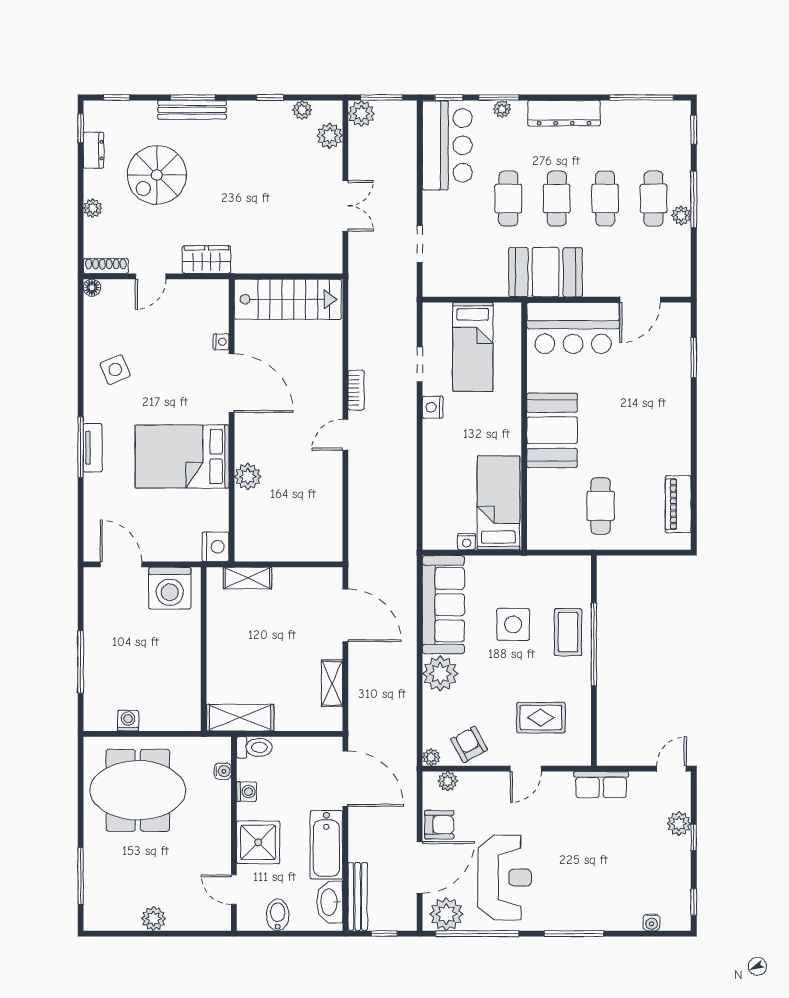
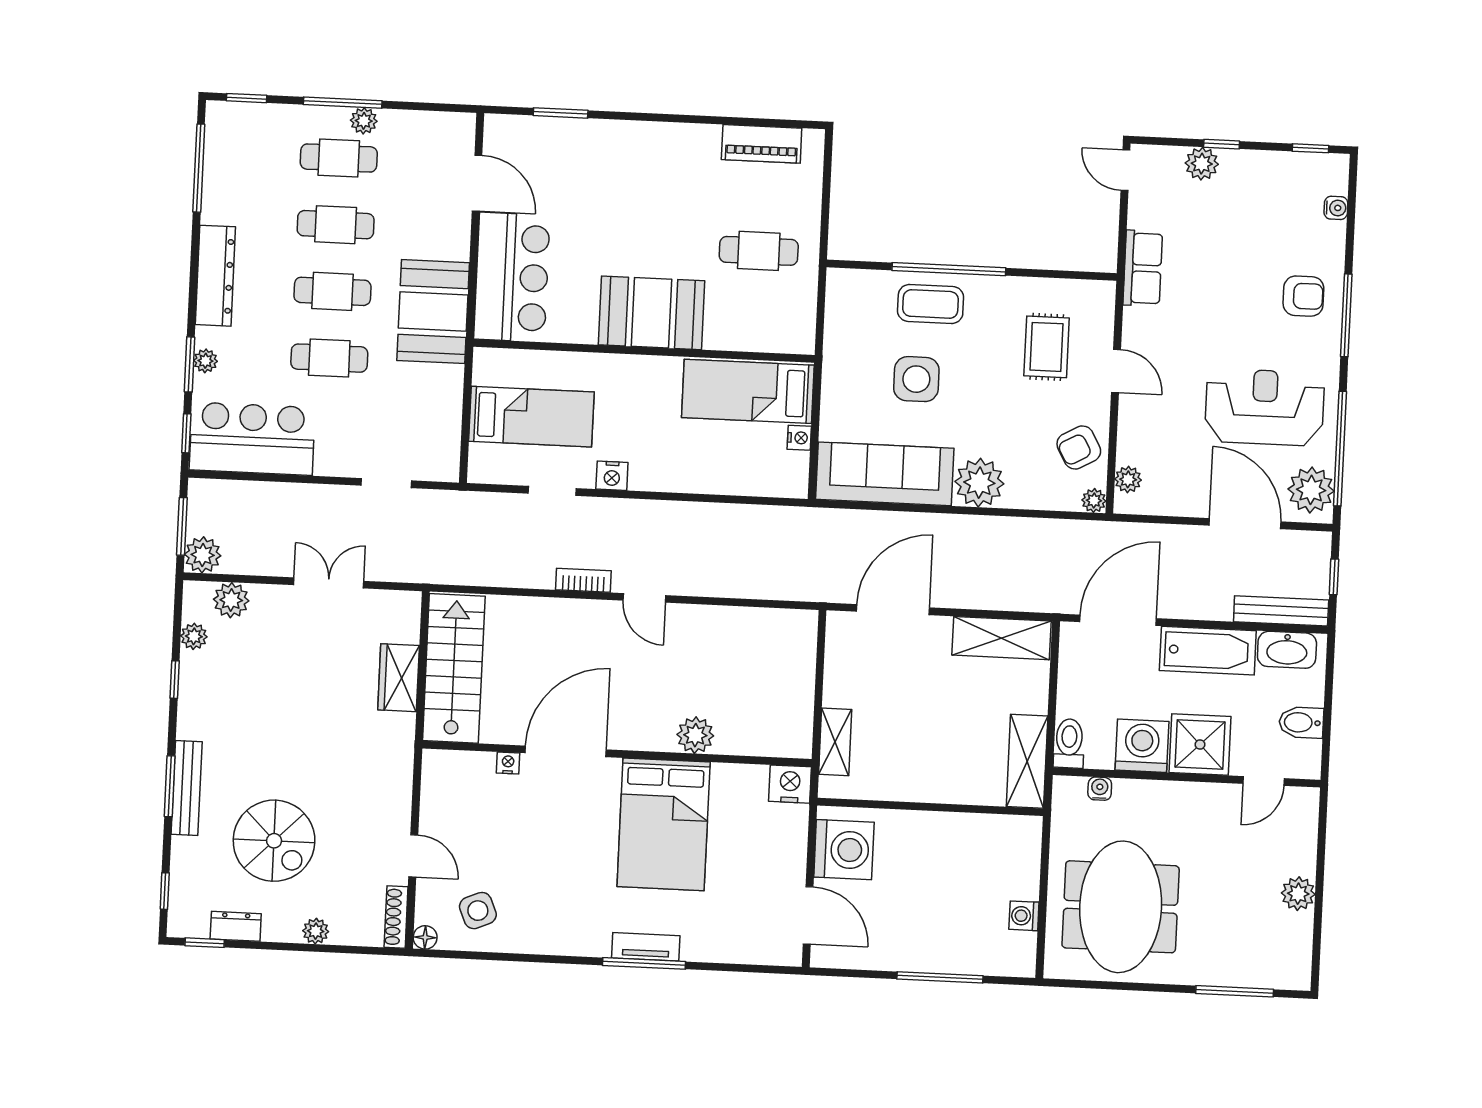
wardrobe: (207, 260) -> (399, 678), moved
side table: (115, 370) -> (478, 911), moved
door: (121, 564) -> (808, 915), swing flipped
shelving: (332, 683) -> (1001, 638), width x1.50, depth x1.33
washing machine: (247, 792) -> (1142, 746), width x1.89, depth x1.89
armchair: (439, 825) -> (1303, 296), moved, turned 90

